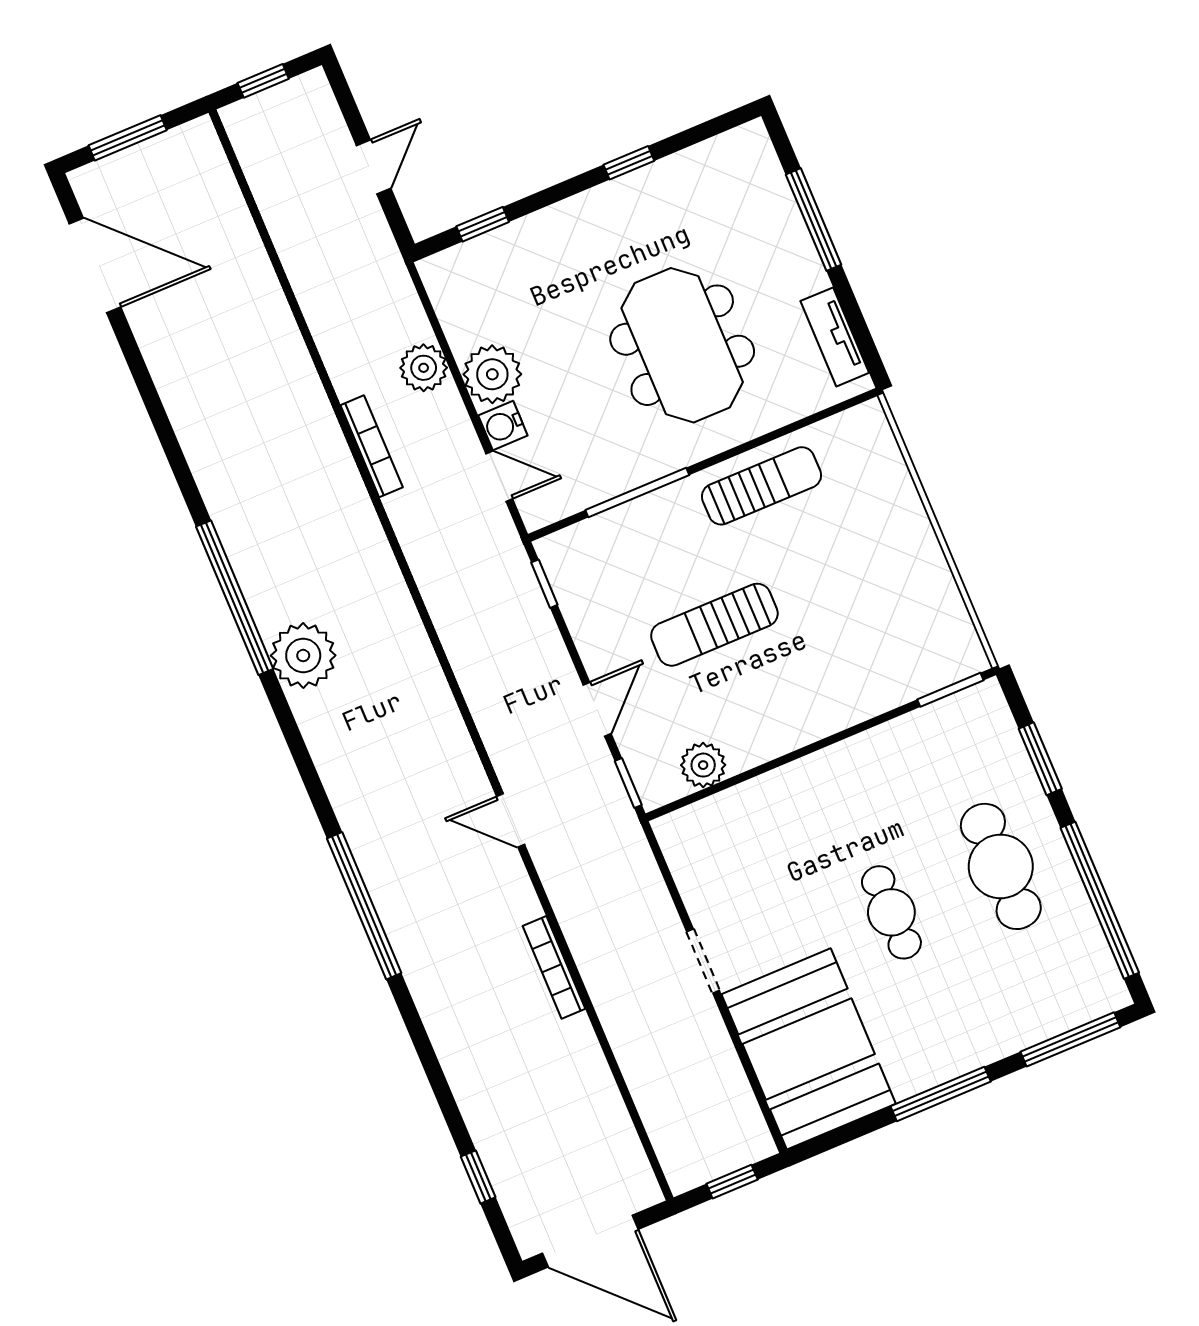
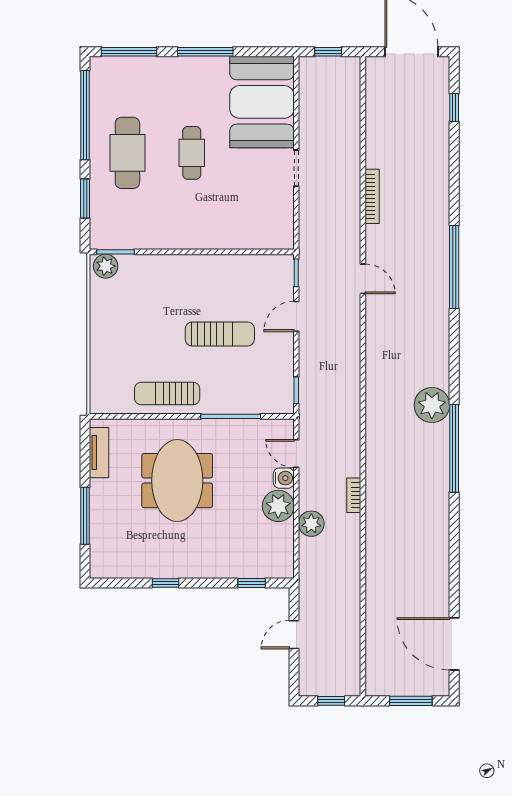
bookcase: (372, 446) -> (354, 495), width x0.64
plant: (703, 765) -> (106, 266), moved

